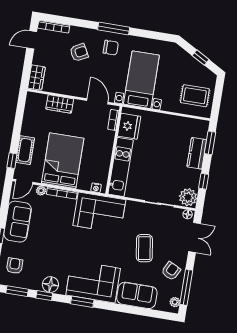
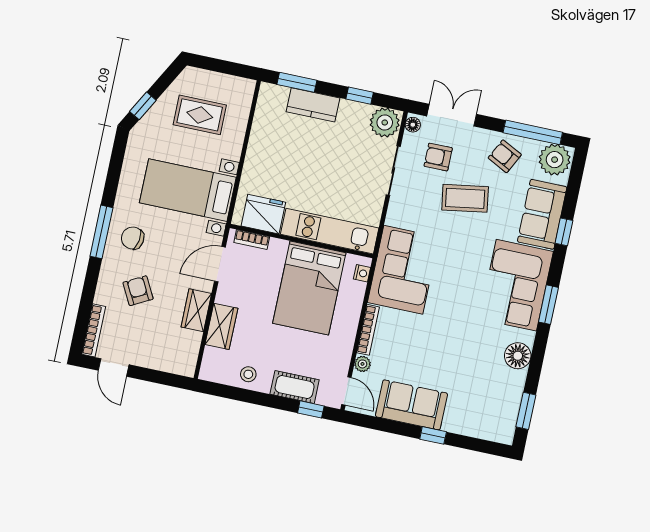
chair: (111, 48) -> (133, 238), turned -81
window: (201, 57) -> (143, 106), moved
wardrobe: (36, 77) -> (196, 310), moved, turned -90
rug: (195, 96) -> (200, 115), moved, turned 90
stool: (31, 122) -> (248, 374), added
bed: (63, 161) -> (309, 288), moved, turned -90
armchair: (15, 266) -> (438, 157), moved
window: (44, 296) -> (564, 232), moved
plant: (175, 302) -> (555, 160), width x1.87, depth x1.87

